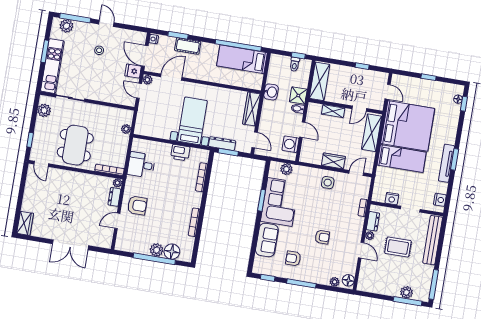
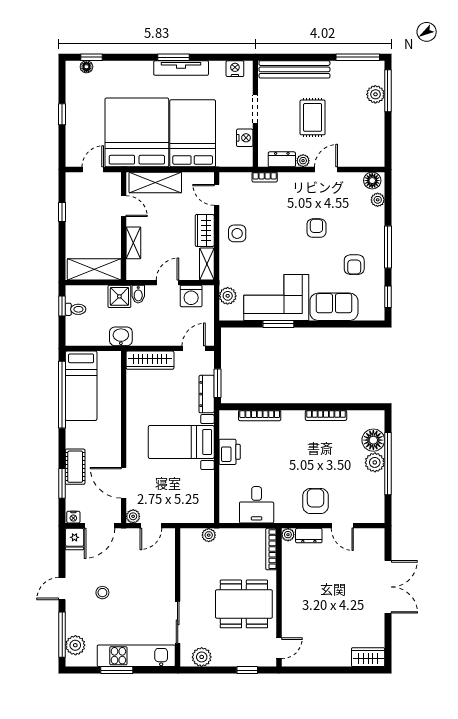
fridge: (133, 71) -> (74, 539), moved
shelving: (310, 158) -> (207, 264), added
bed: (402, 159) -> (193, 133), width x1.50

